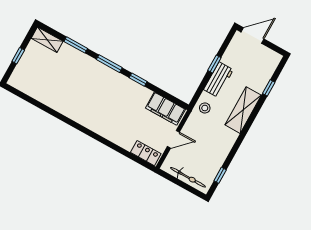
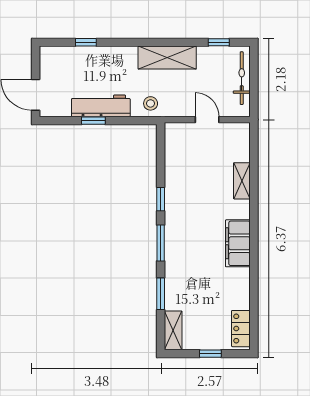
workbench: (218, 80) -> (101, 106), width x1.38
filing cabinet: (165, 109) -> (238, 243), moved, turned 180
shelving: (243, 110) -> (167, 58), moved
shelving: (120, 140) -> (242, 181), added
locker: (146, 153) -> (241, 329), moved

